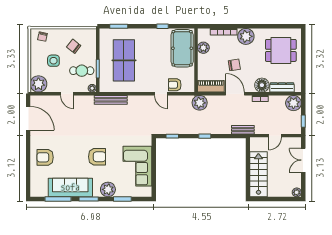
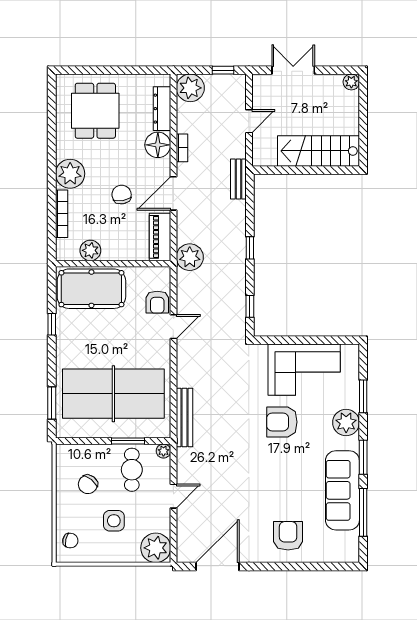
table tennis table: (124, 60) -> (113, 394), width x1.36, depth x1.32
door: (275, 136) -> (249, 121), hinge flipped
armchair: (45, 157) -> (288, 536), turned 180
armchair: (97, 157) -> (282, 422), moved, turned -90
double door: (303, 160) -> (293, 70), swing flipped

